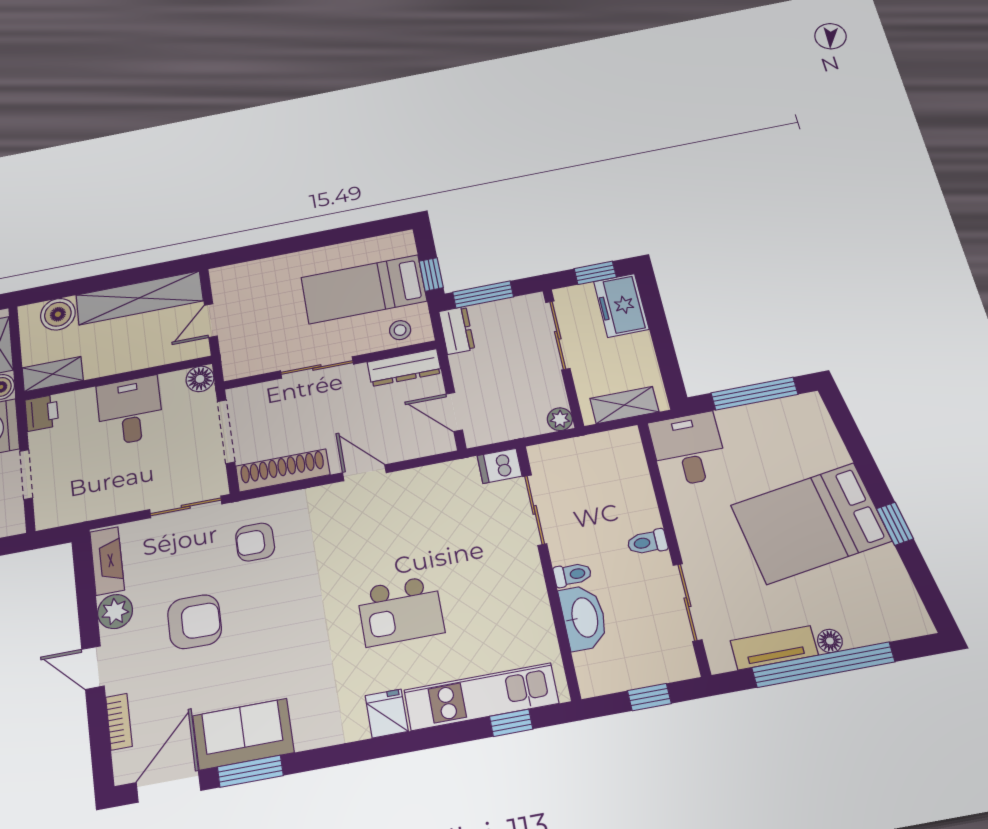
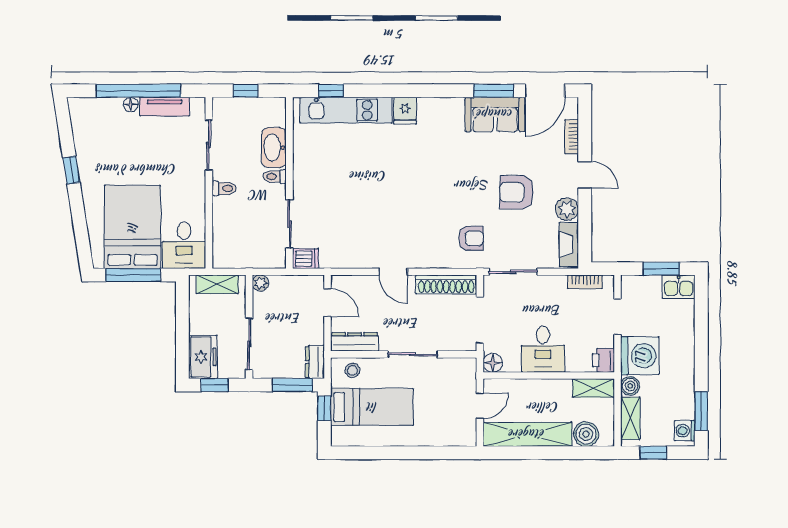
bookcase: (78, 513) -> (585, 282), added
bed: (811, 523) -> (132, 227), moved, turned -81
kitchen island: (400, 611) -> (386, 174), removed

